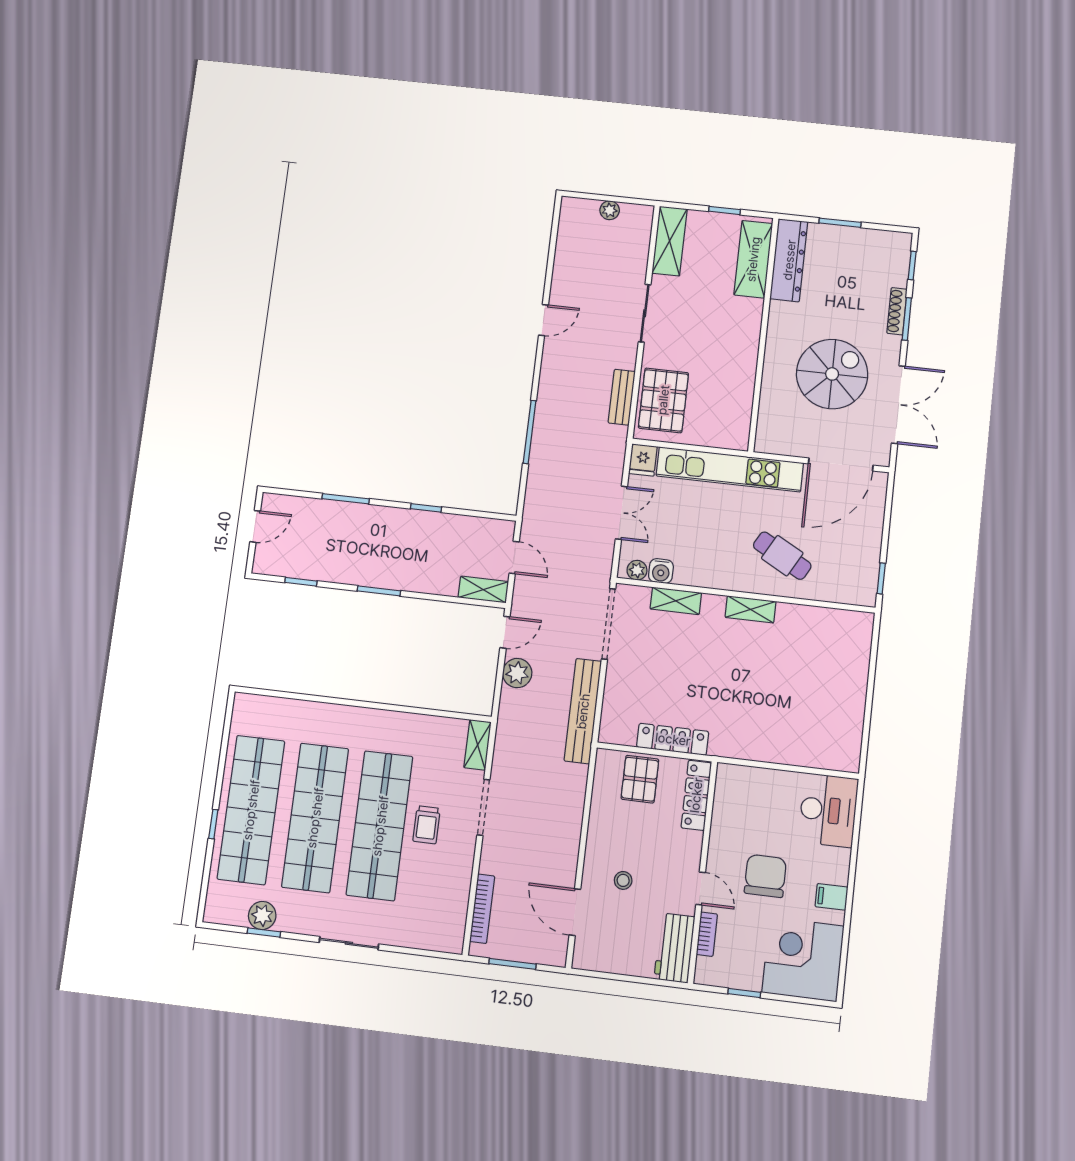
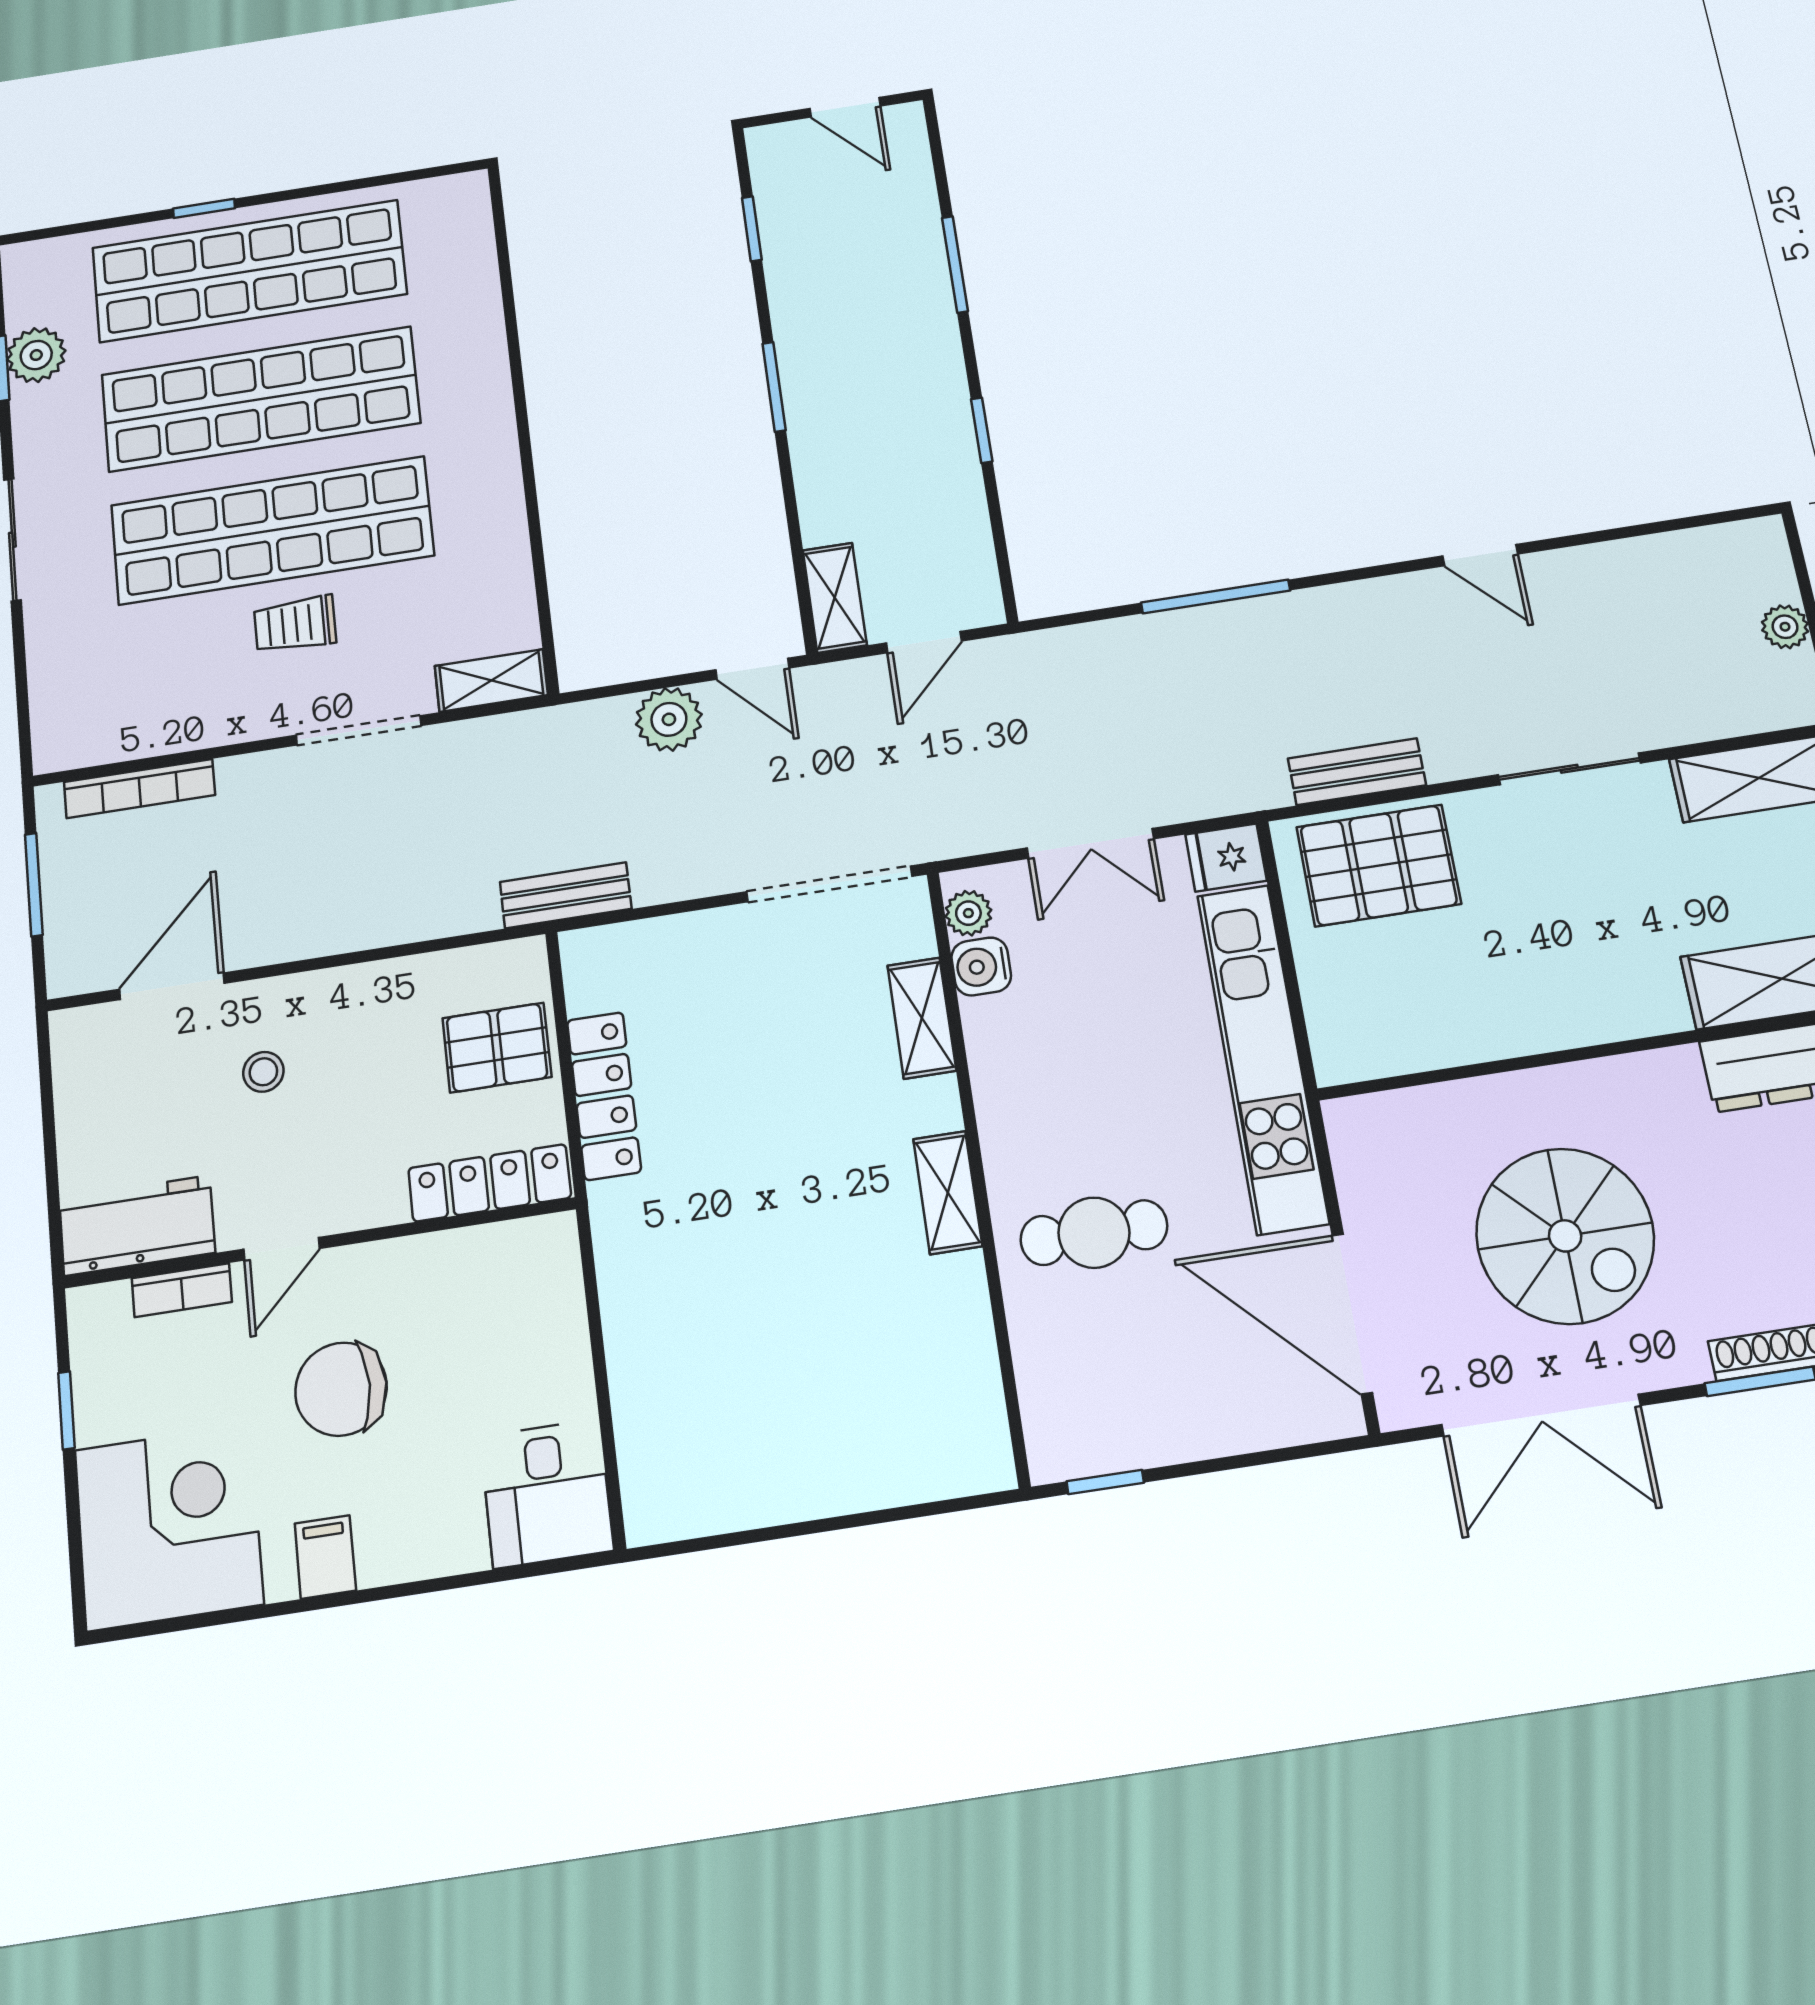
cafe table: (782, 556) -> (1094, 1233), turned 61
bench: (583, 711) -> (566, 895), width x0.54, depth x0.82
desk: (828, 810) -> (547, 1494), width x0.73
chair: (765, 876) -> (341, 1389), turned 180

